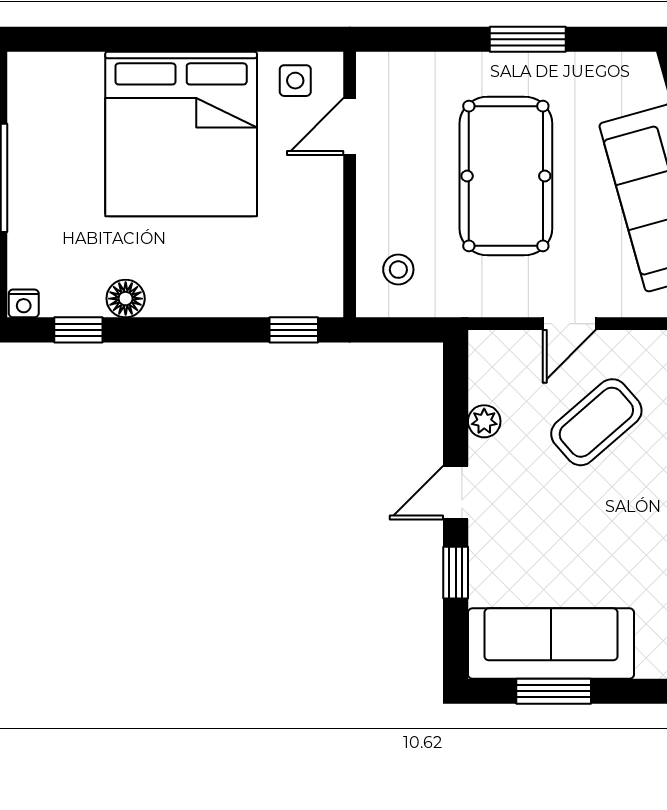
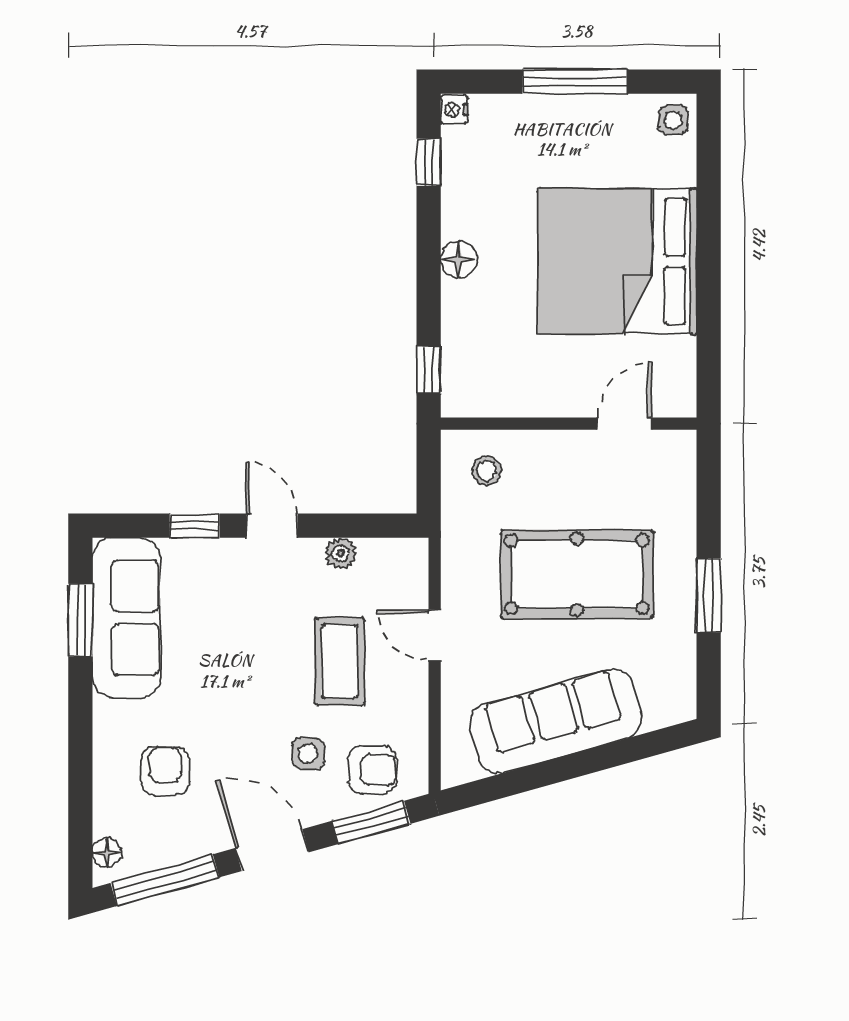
side table: (295, 81) -> (673, 120), moved
door: (350, 127) -> (625, 424), hinge flipped
floor lamp: (126, 299) -> (459, 260), moved
coffee table: (596, 422) -> (340, 661), turned 41

